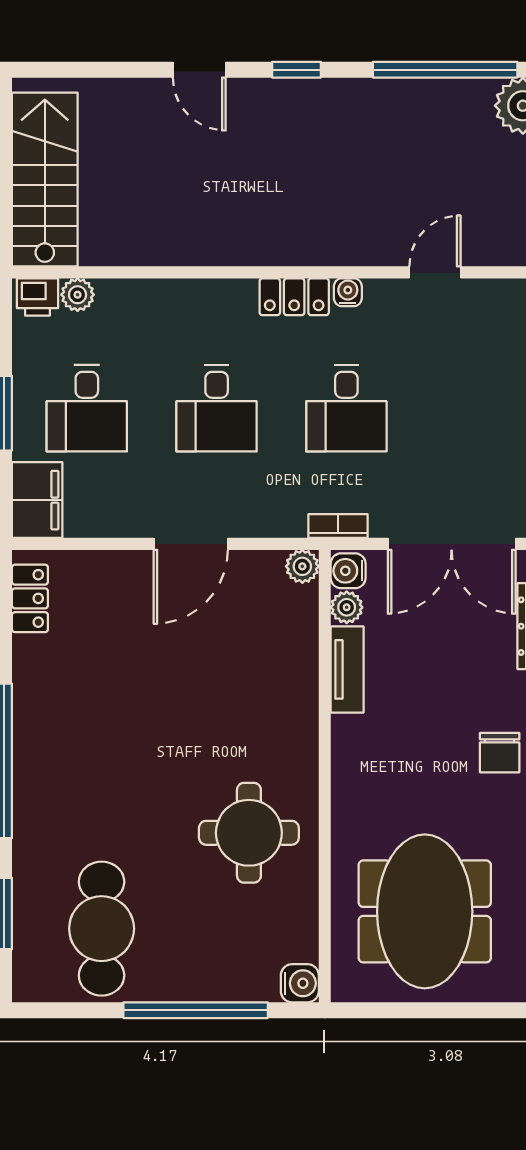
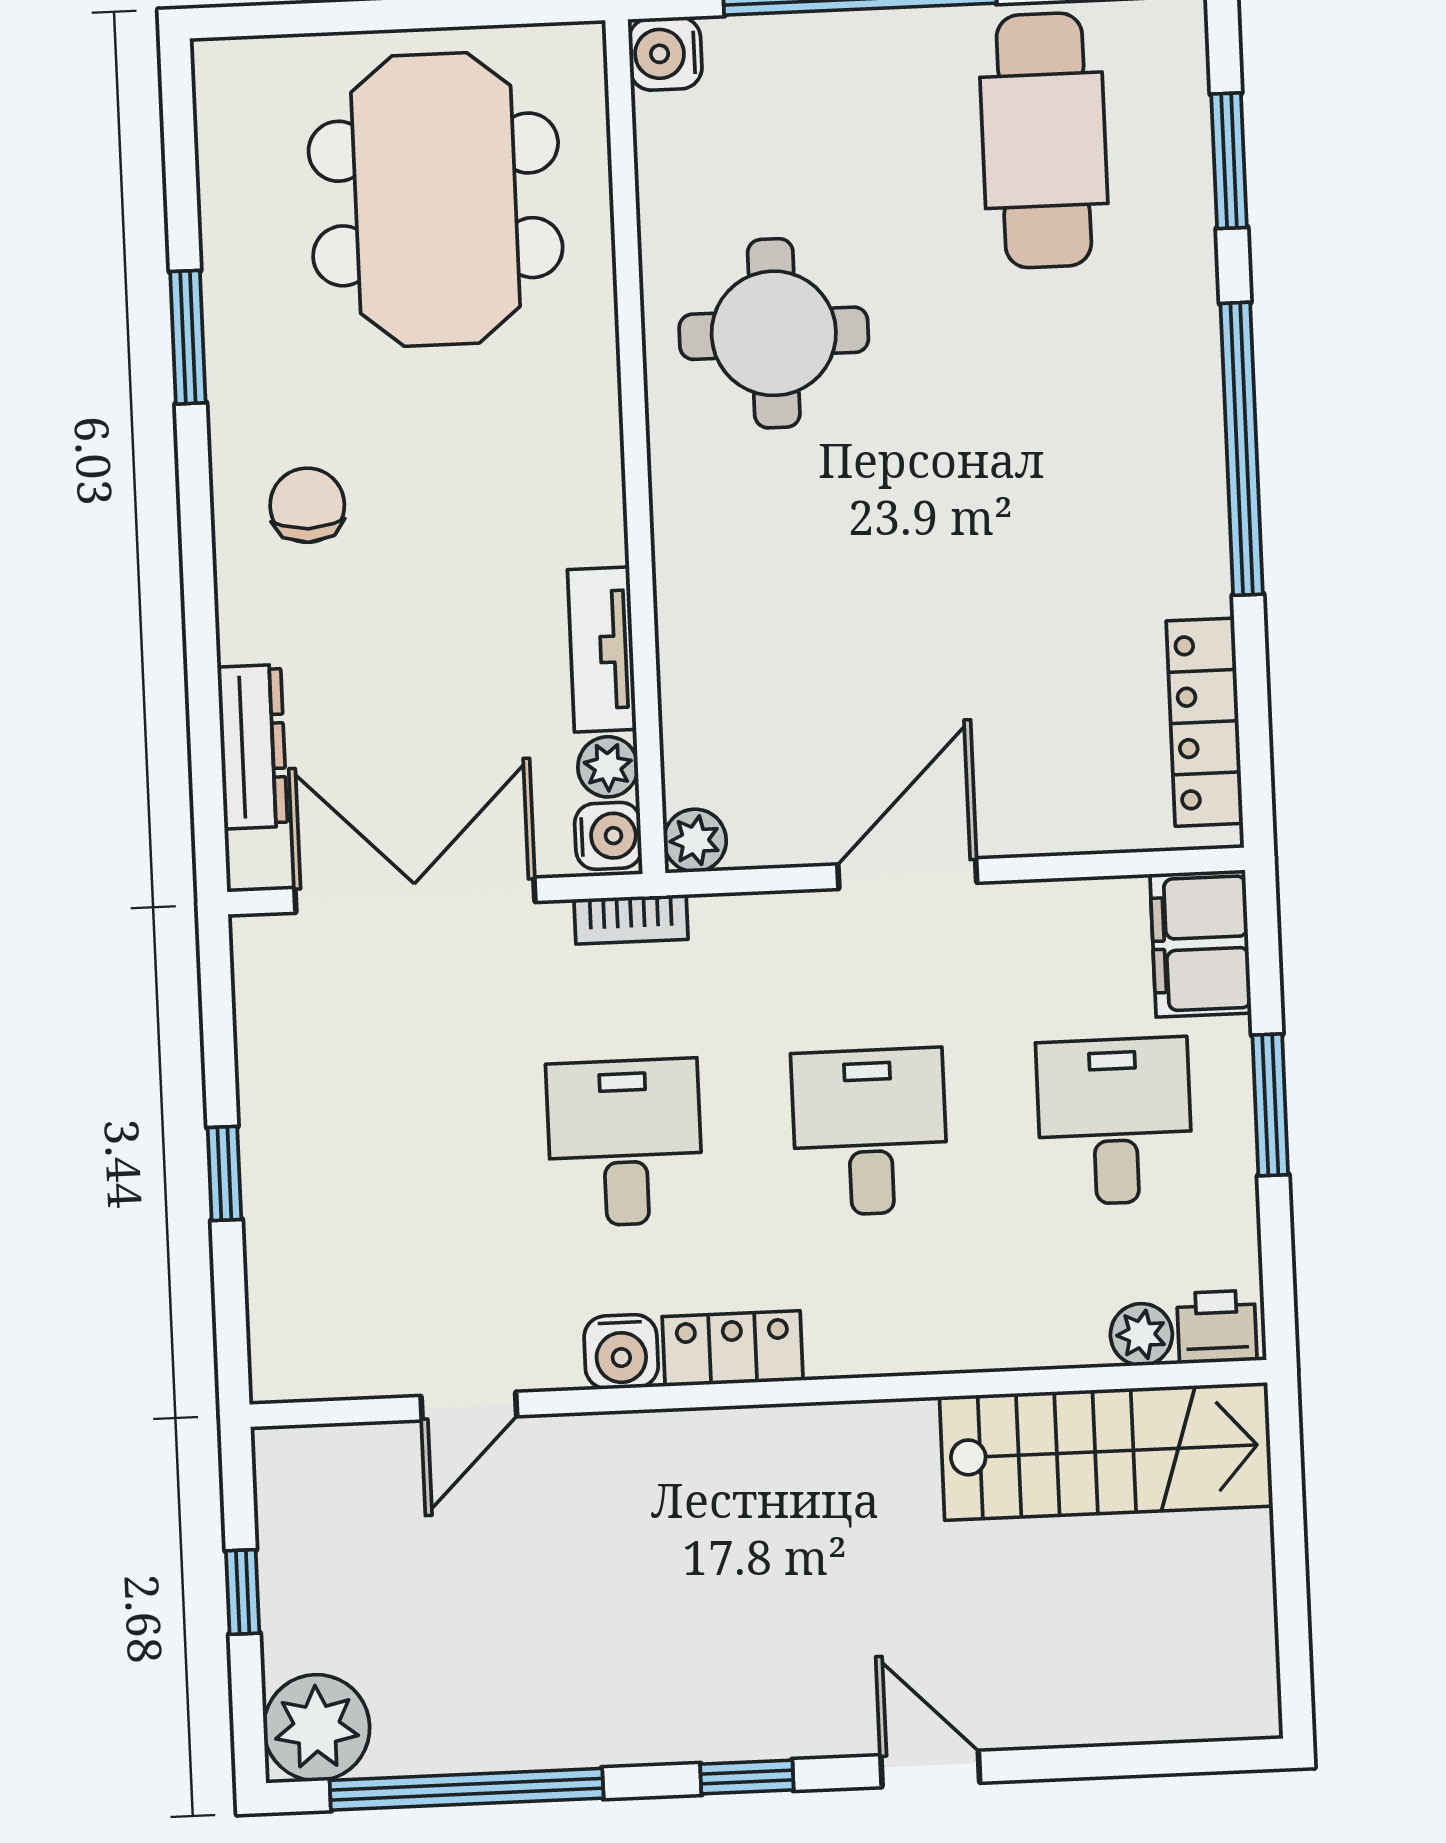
stairs: (45, 180) -> (1106, 1451), moved, turned -90
water cooler: (348, 292) -> (621, 1352), width x1.38, depth x1.38
locker: (30, 598) -> (1205, 722), width x1.53

